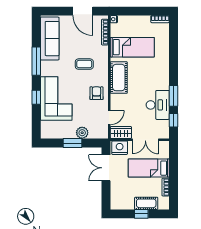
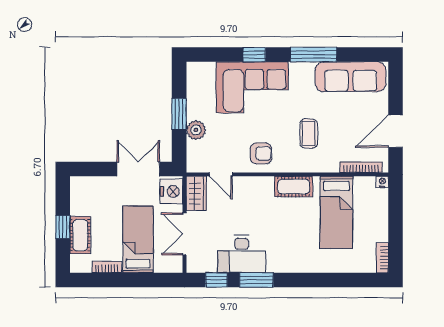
cot: (119, 78) -> (294, 187), width x0.73, depth x0.75

